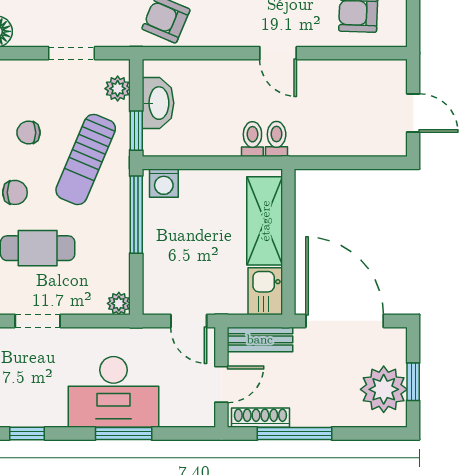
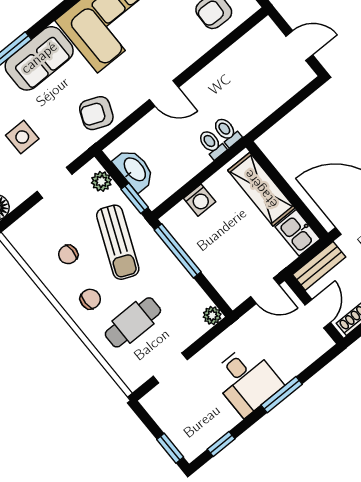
door: (278, 53) -> (164, 93), moved
washing machine: (164, 183) -> (200, 200), moved
desk: (113, 392) -> (246, 380), width x0.73

